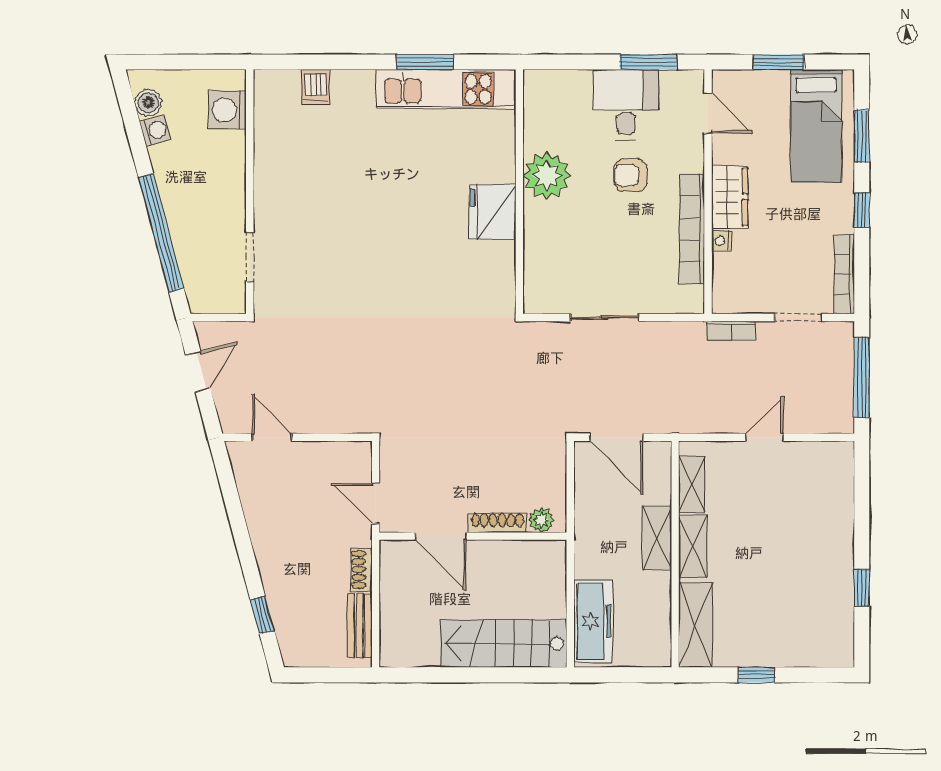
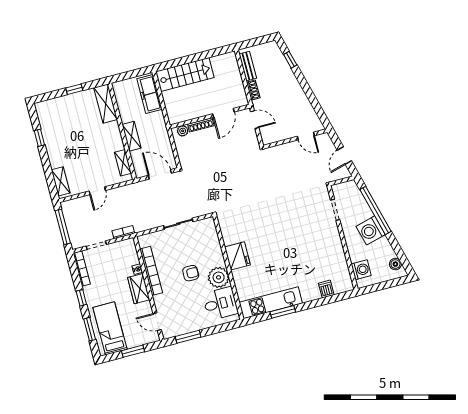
desk: (626, 105) -> (220, 303), moved, turned -90
washing machine: (155, 130) -> (371, 230), moved, width x1.89, depth x1.89
armchair: (631, 175) -> (191, 273), moved
door: (441, 536) -> (223, 113), swing flipped
shelving: (693, 546) -> (61, 181), moved

